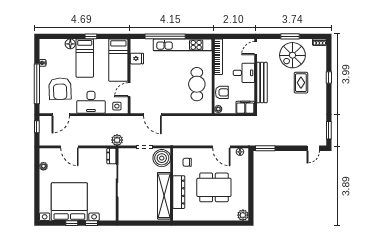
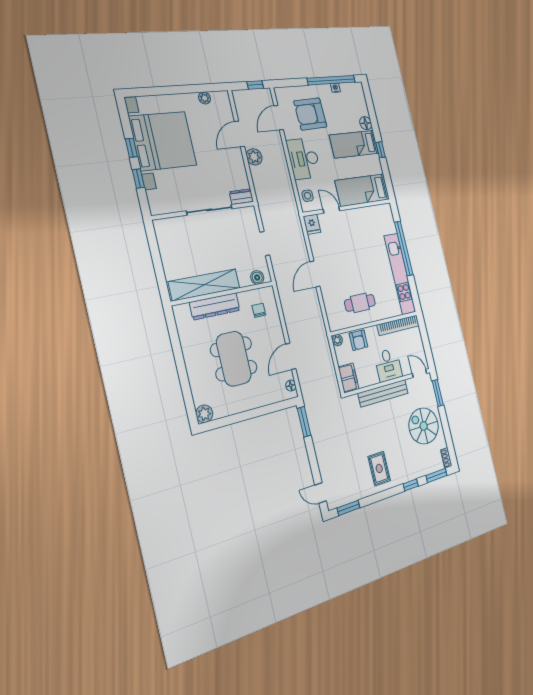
window: (290, 36) -> (438, 393), moved
window: (329, 54) -> (437, 475), added
fridge: (137, 59) -> (312, 224), moved
rug: (301, 83) -> (379, 468), moved, turned 90
window: (37, 84) -> (331, 80), moved
cafe table: (197, 84) -> (360, 303), width x0.73, depth x0.74
door: (61, 115) -> (279, 118), hinge flipped
door: (152, 115) -> (315, 274), moved
plant: (117, 140) -> (254, 157), moved
boiler: (162, 158) -> (257, 277), width x0.54, depth x0.54

